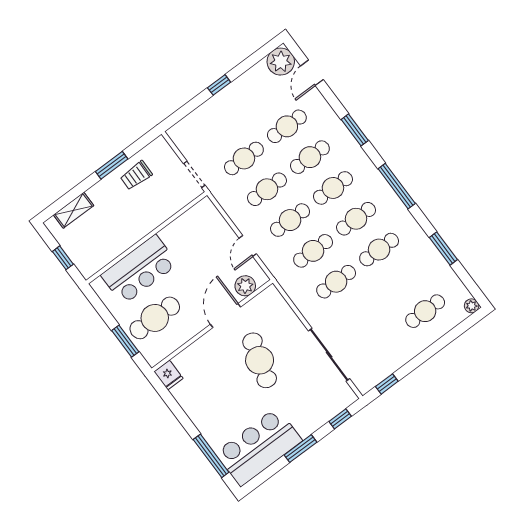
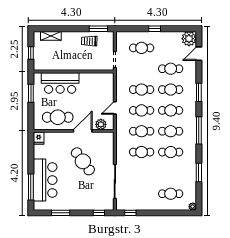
cafe table: (244, 158) -> (142, 48), moved
window: (112, 165) -> (98, 29), moved
cafe table: (155, 318) -> (58, 117), moved
window: (125, 341) -> (31, 93), moved
cafe table: (260, 360) -> (83, 161), turned -52
bar counter: (259, 447) -> (45, 180), moved, turned 90
window: (300, 449) -> (61, 213), moved

